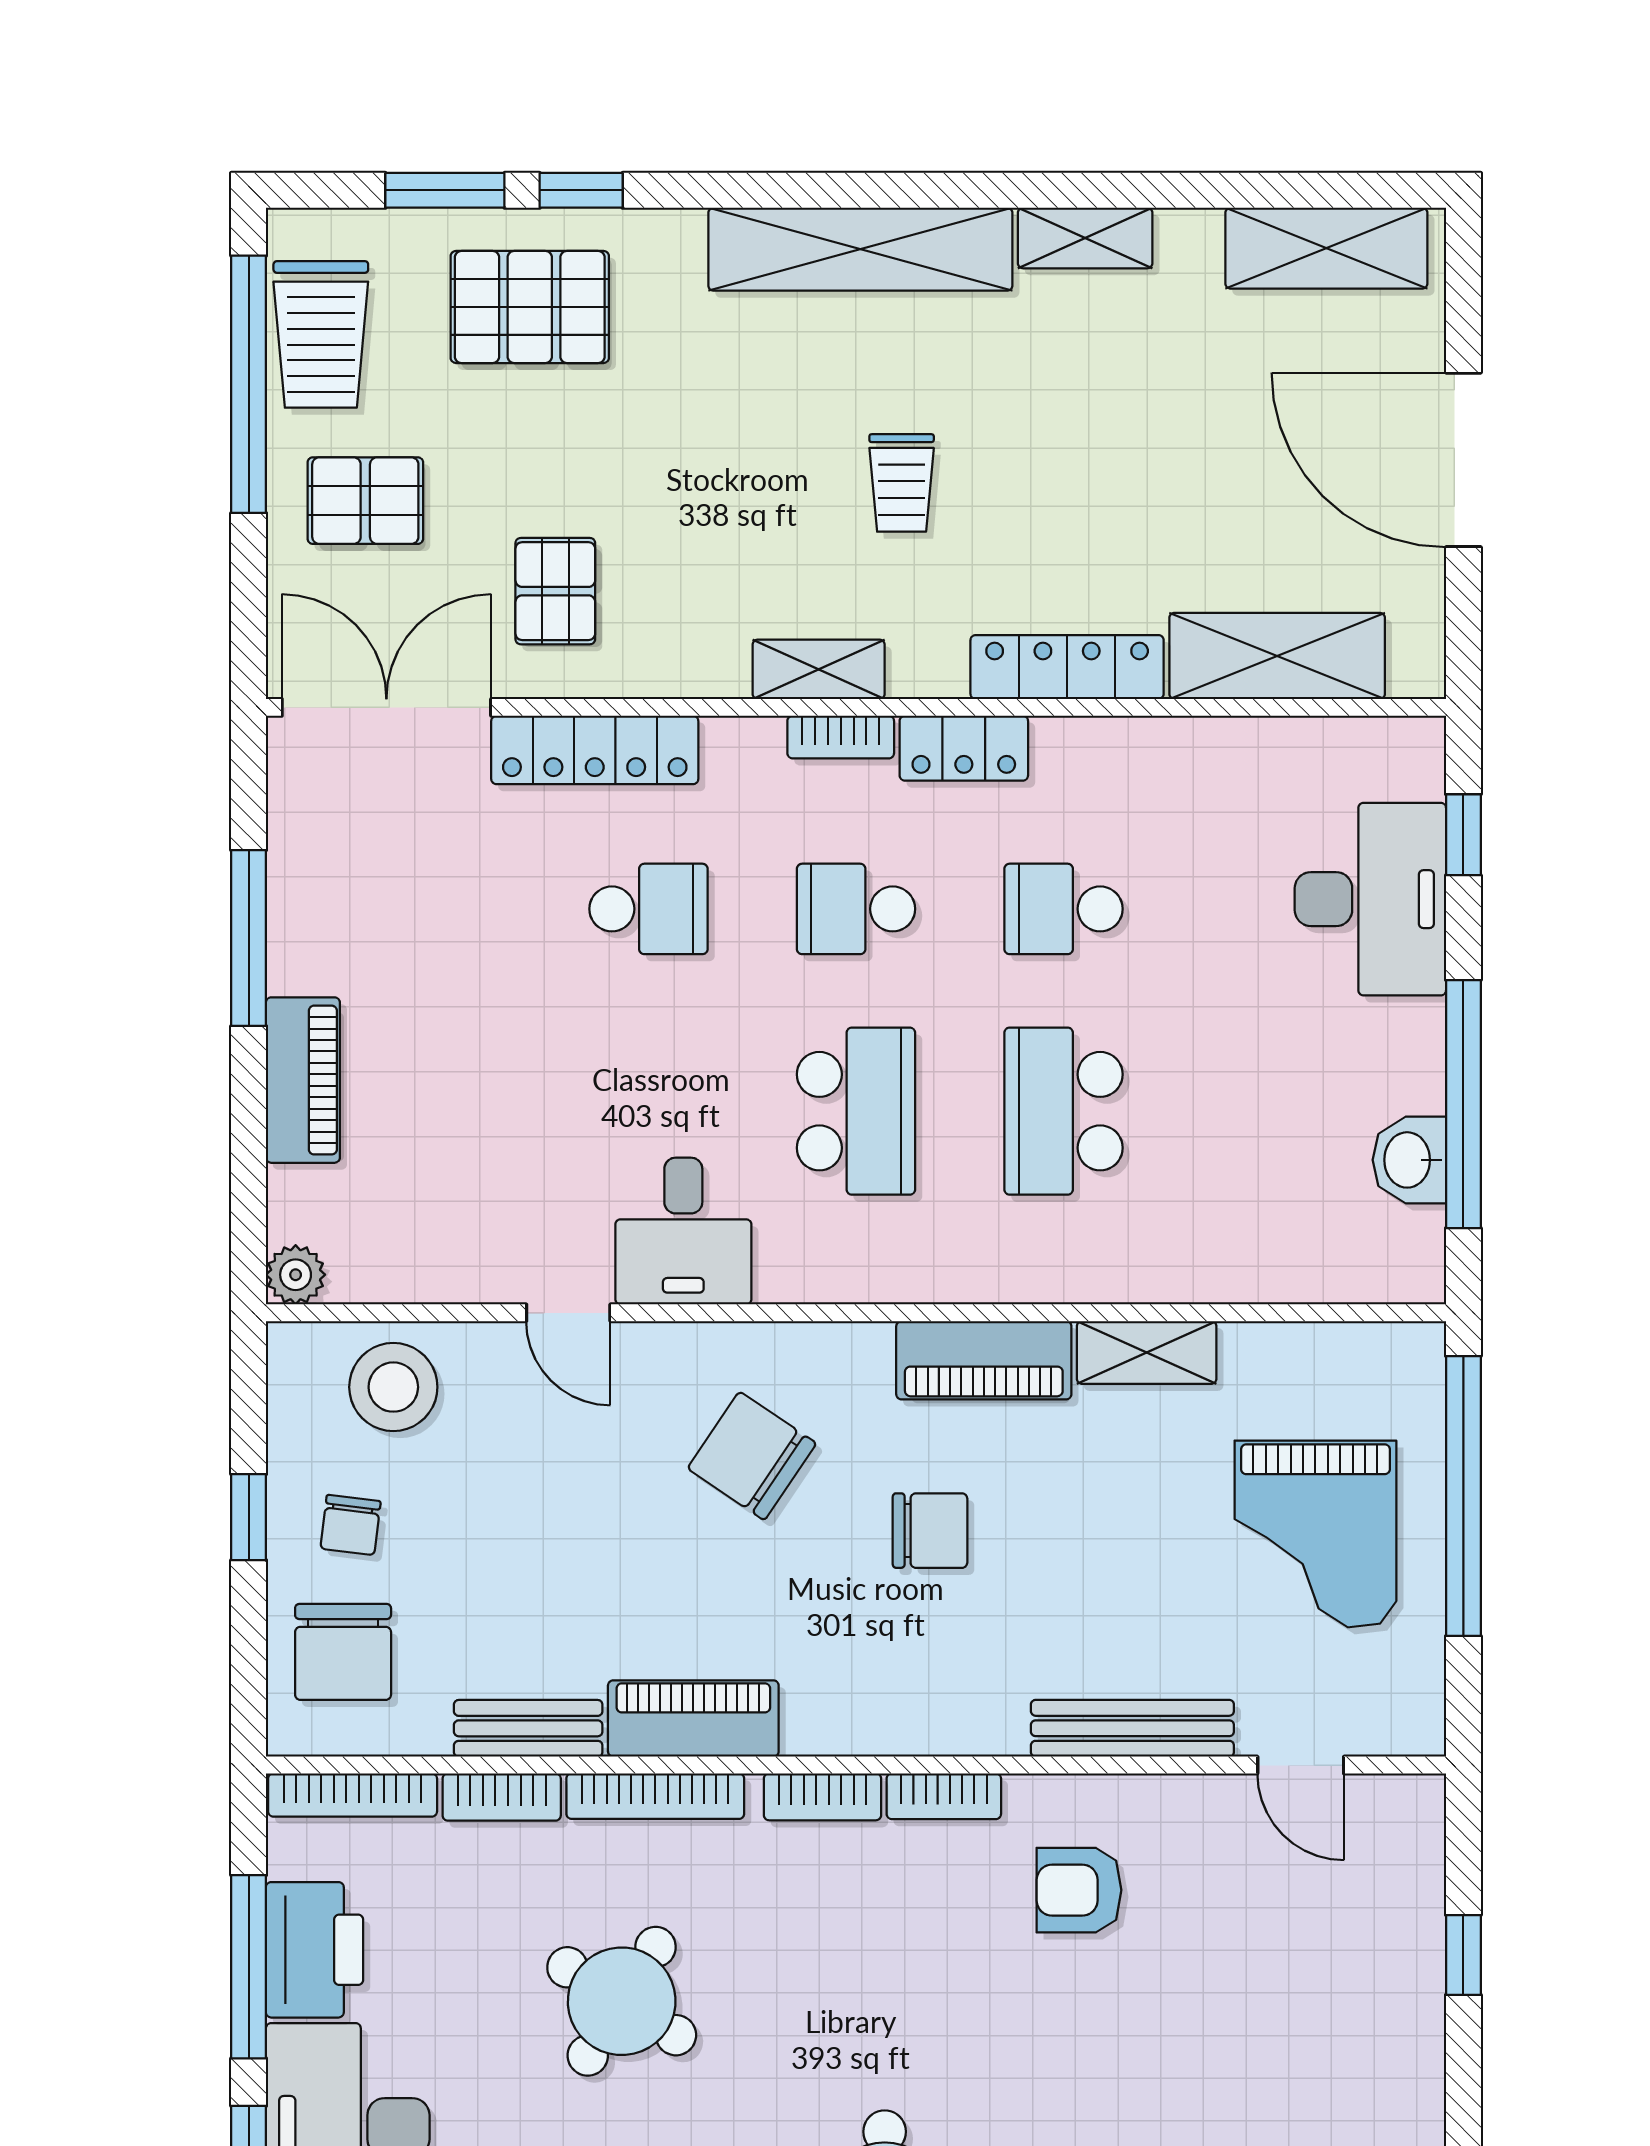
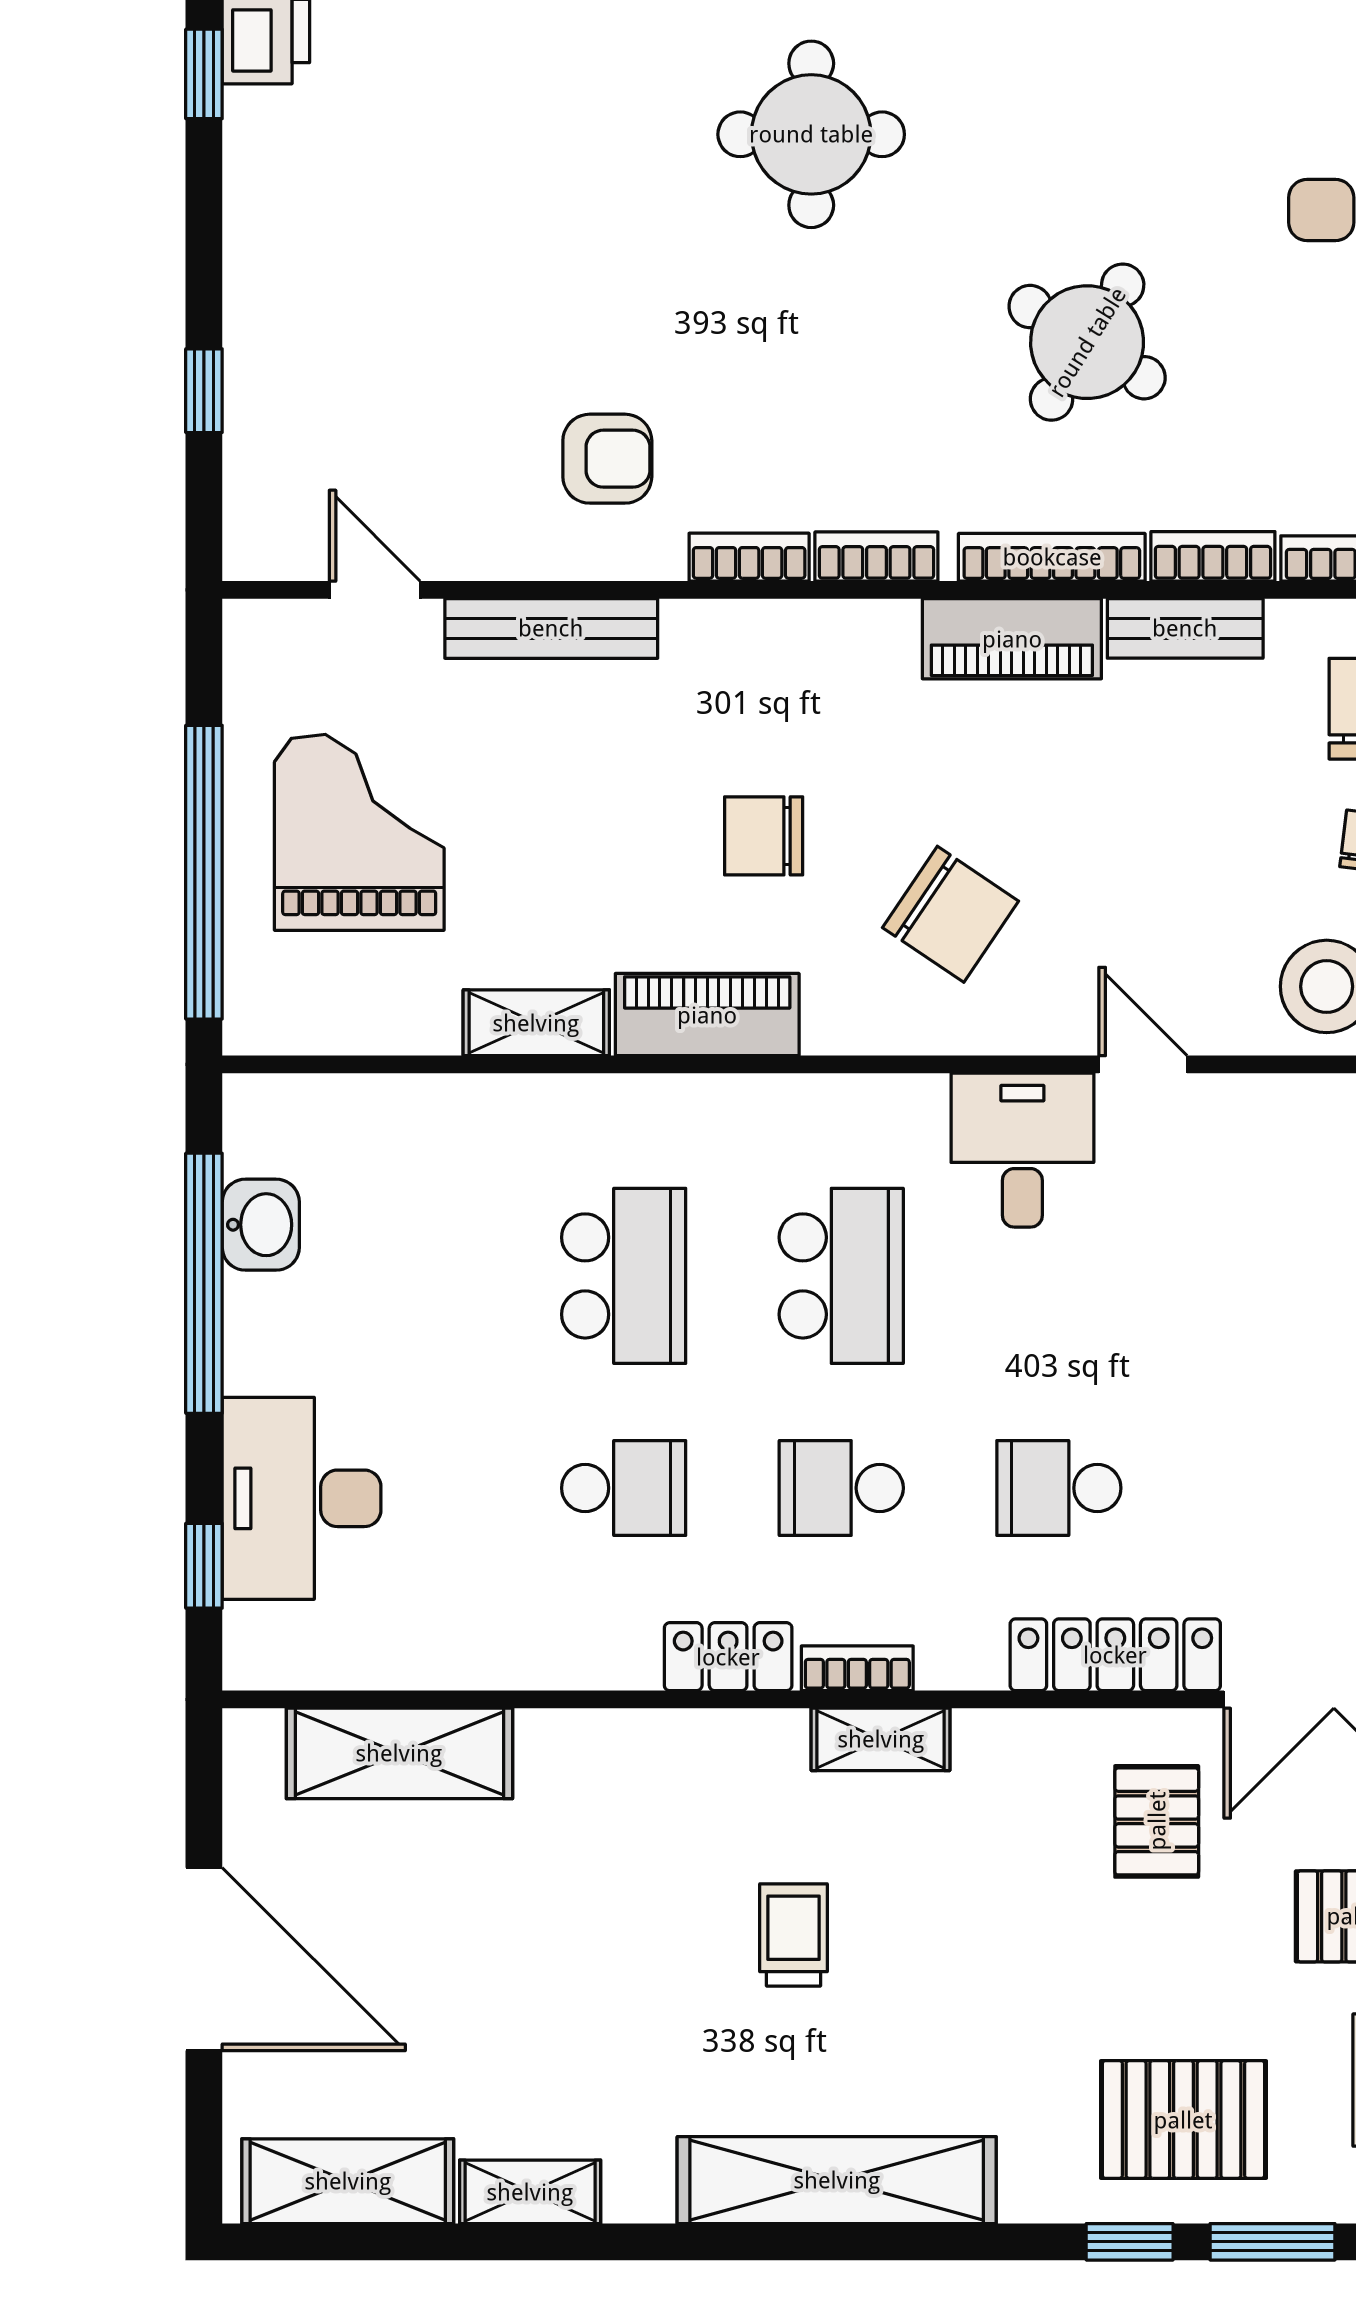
shelving: (1085, 238) -> (530, 2192), moved
locker: (1067, 667) -> (620, 1742), removed
school desk: (856, 909) -> (841, 1488), turned 180
school desk: (856, 1111) -> (841, 1276), turned 180

